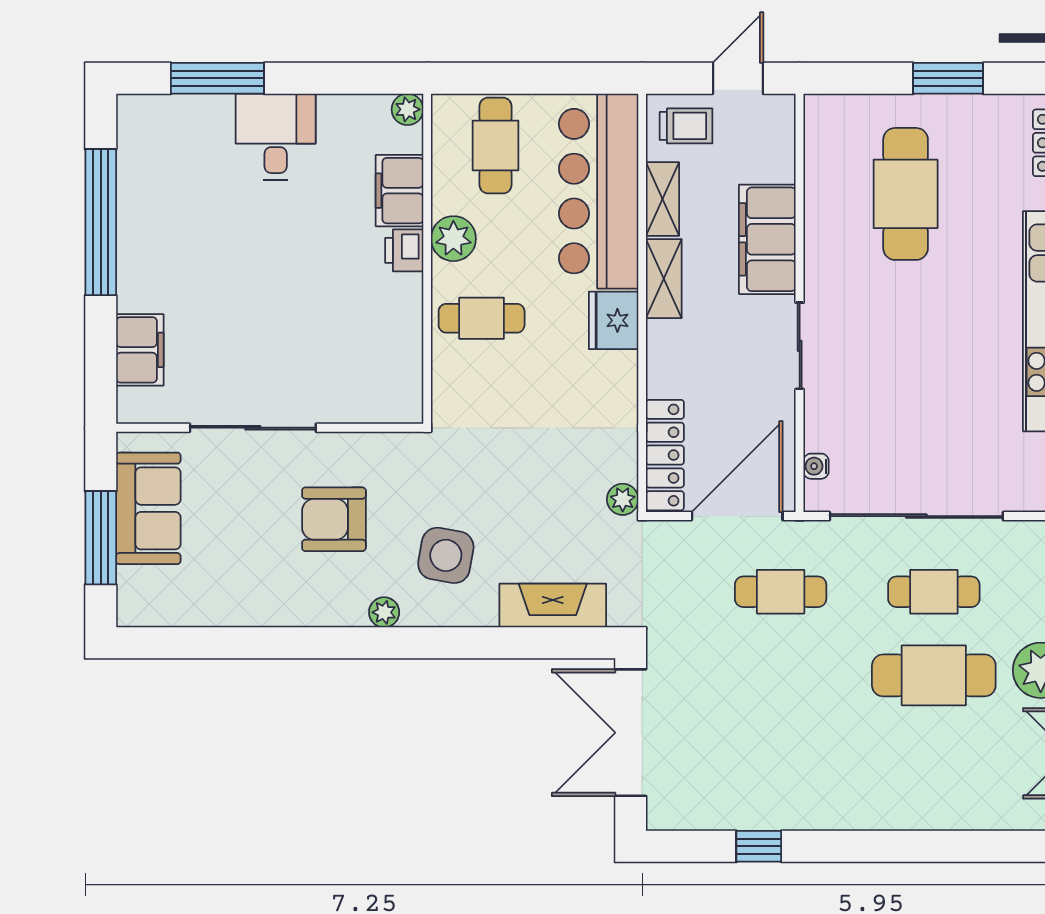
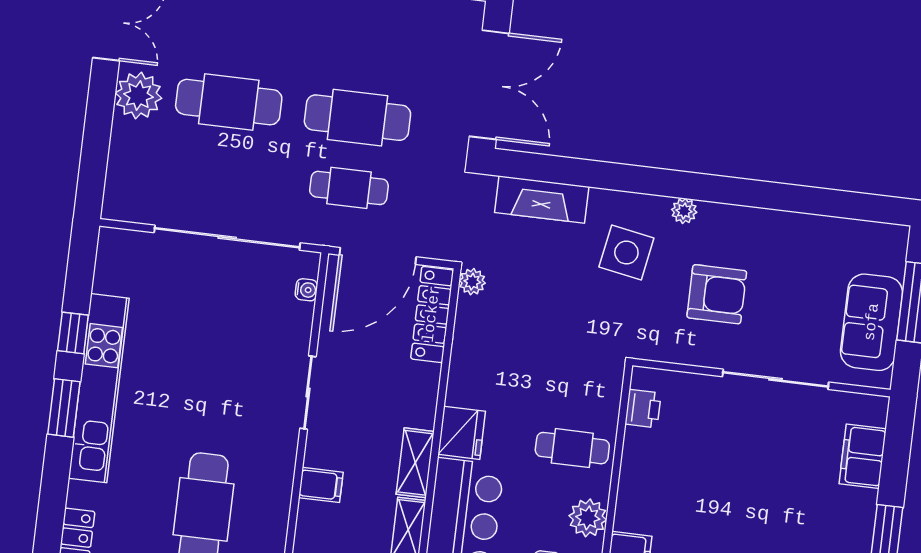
filing cabinet: (767, 239) -> (321, 485), width x0.33, depth x0.86
printer: (404, 250) -> (643, 409), moved
cafe table: (934, 592) -> (357, 118), moved, width x1.37, depth x1.35

